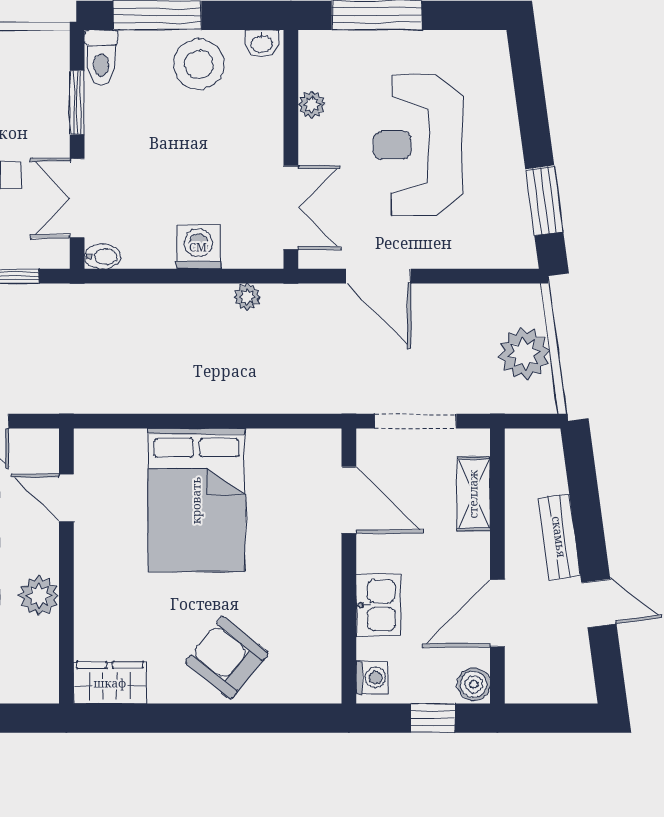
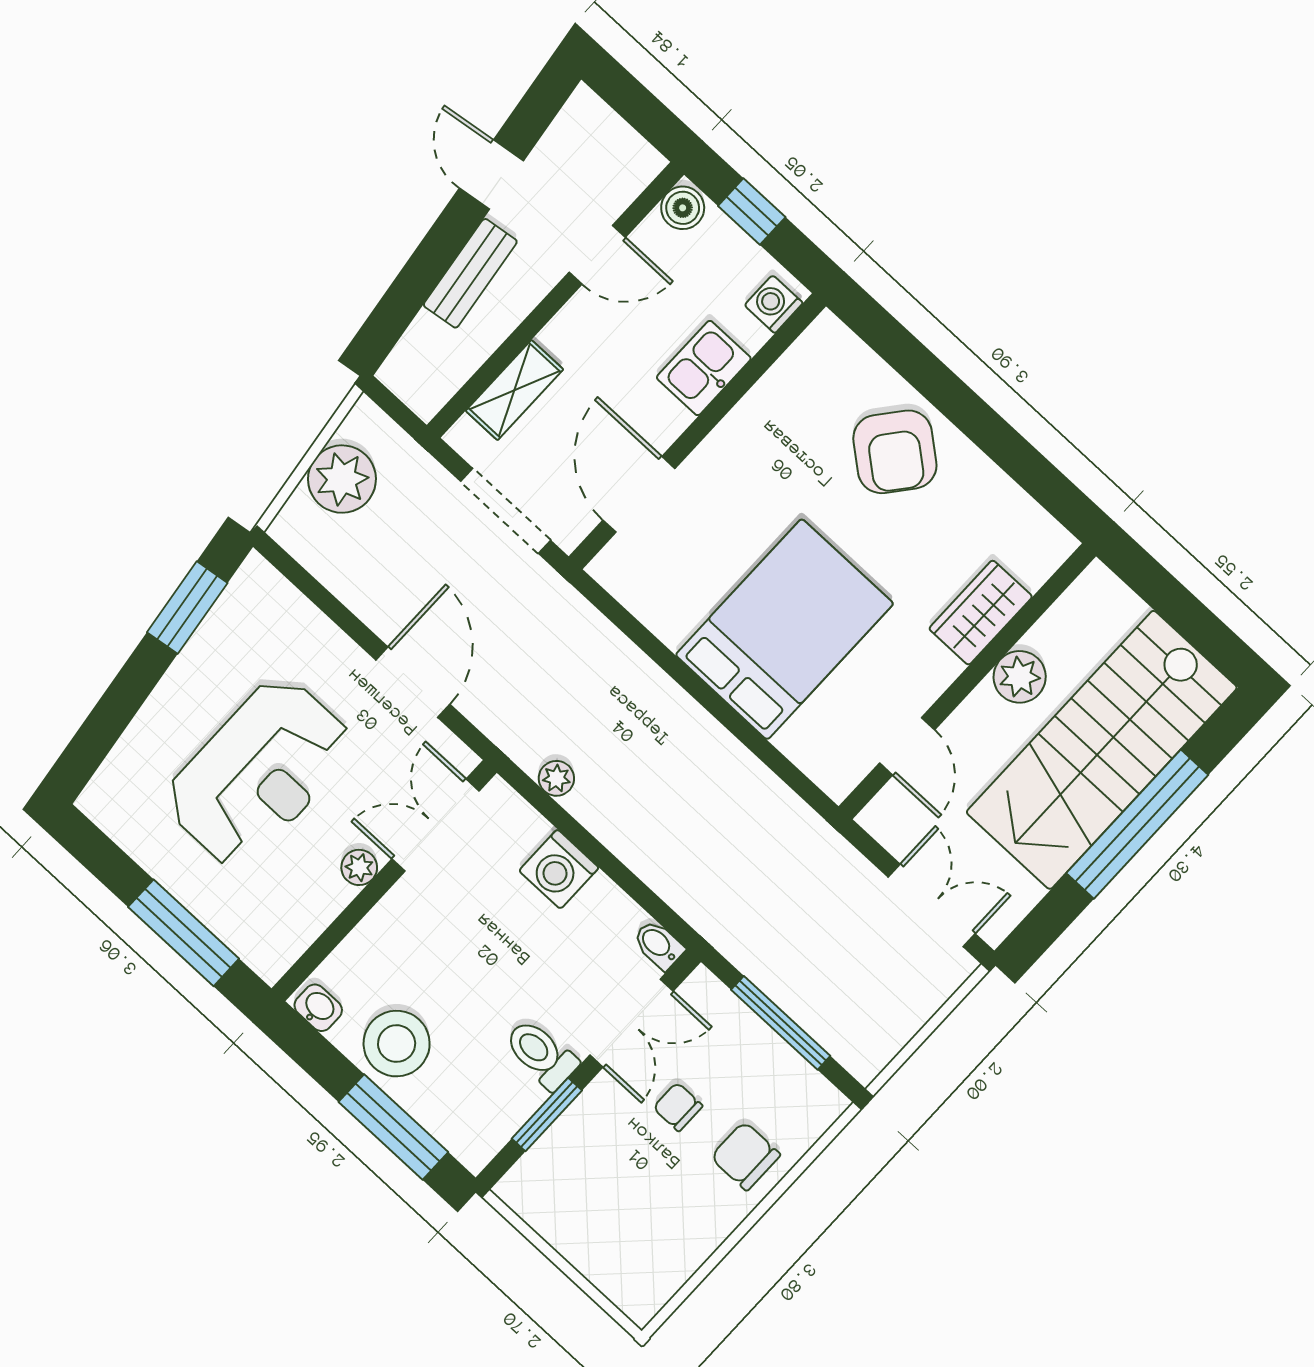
toilet: (101, 57) -> (541, 1054), moved, turned -90
plant: (312, 104) -> (359, 867), moved
door: (497, 613) -> (597, 255), width x0.73
wardrobe: (110, 683) -> (981, 613), moved, turned 90

